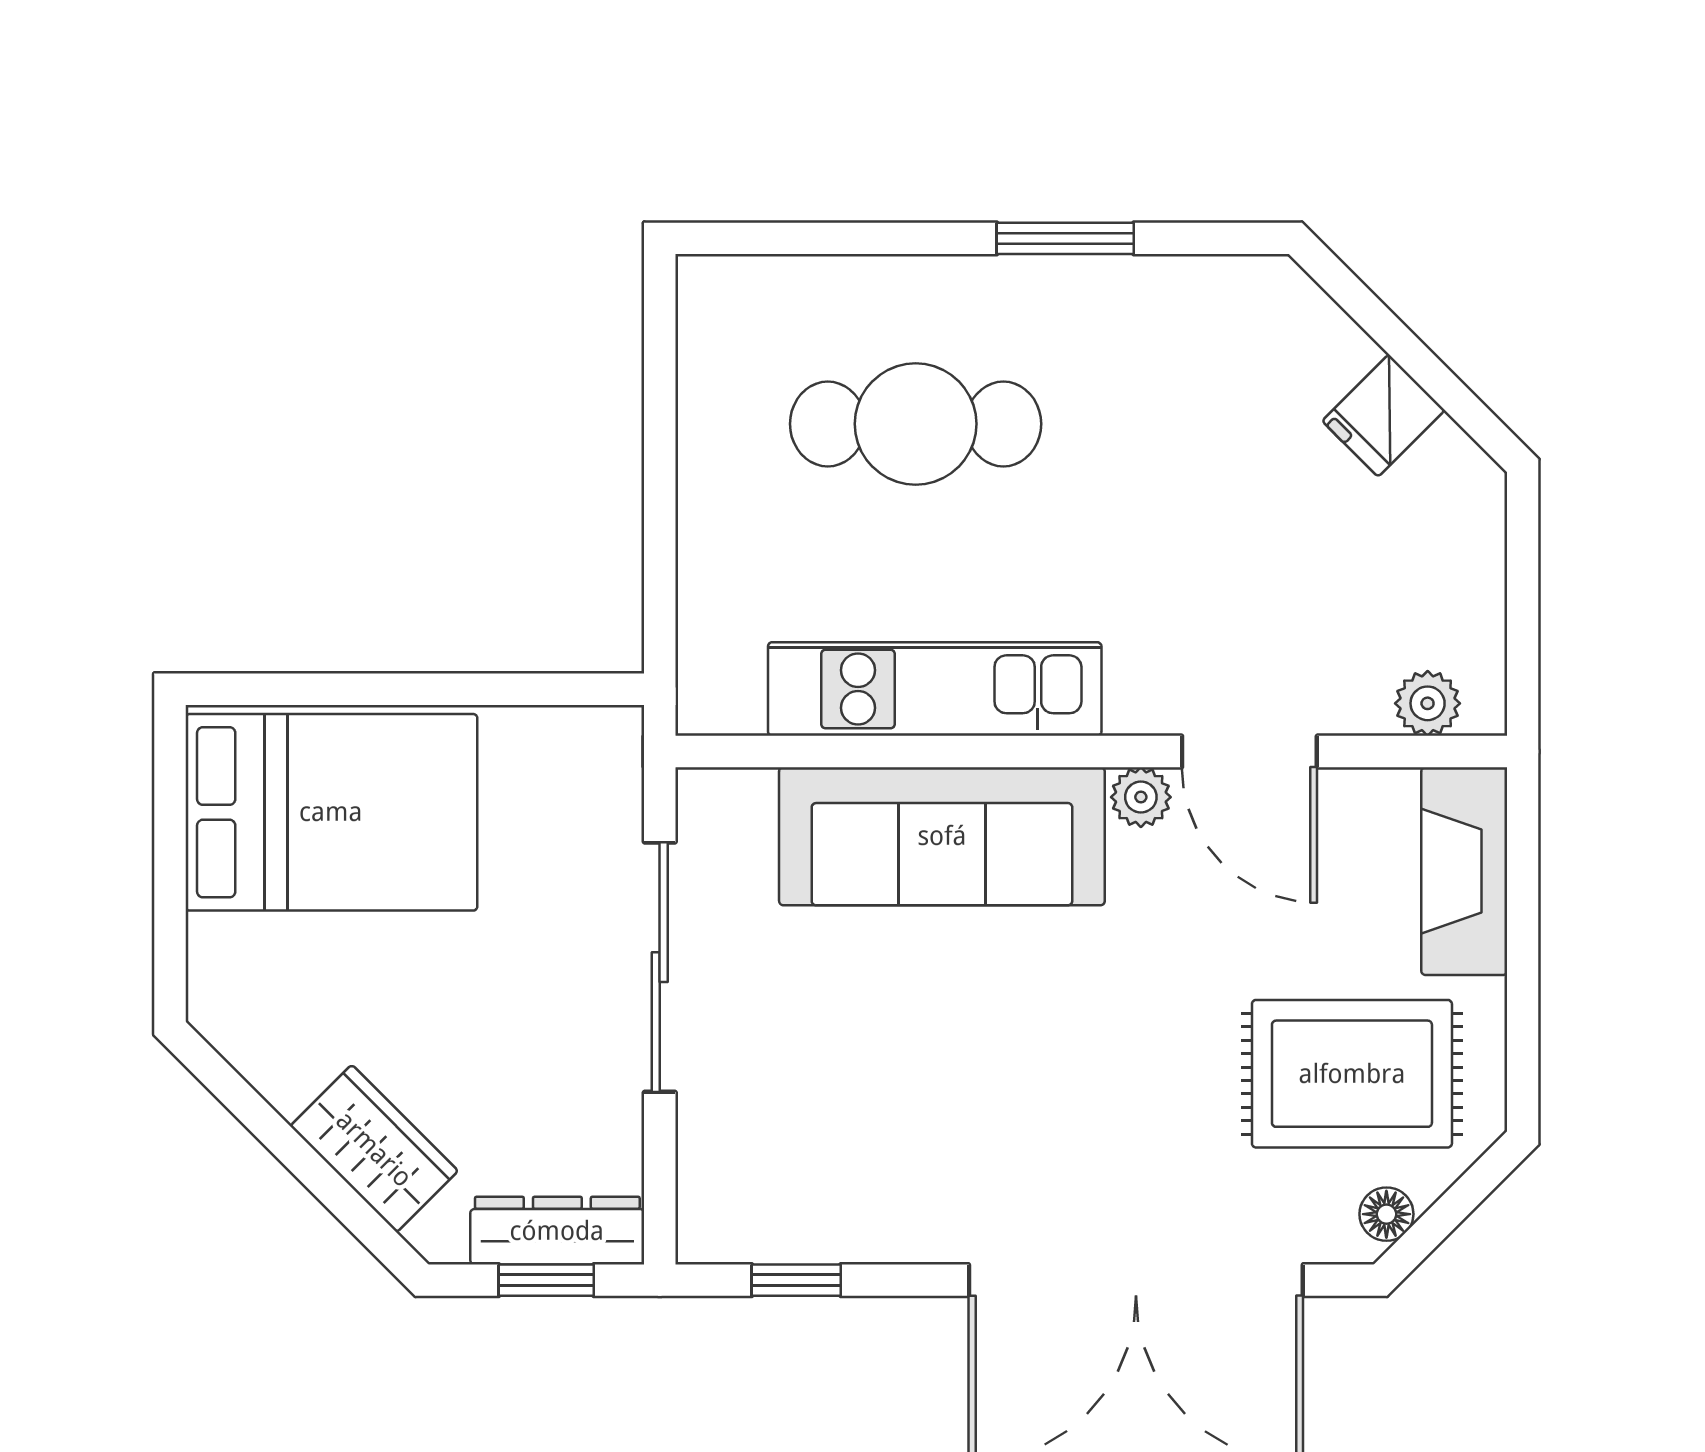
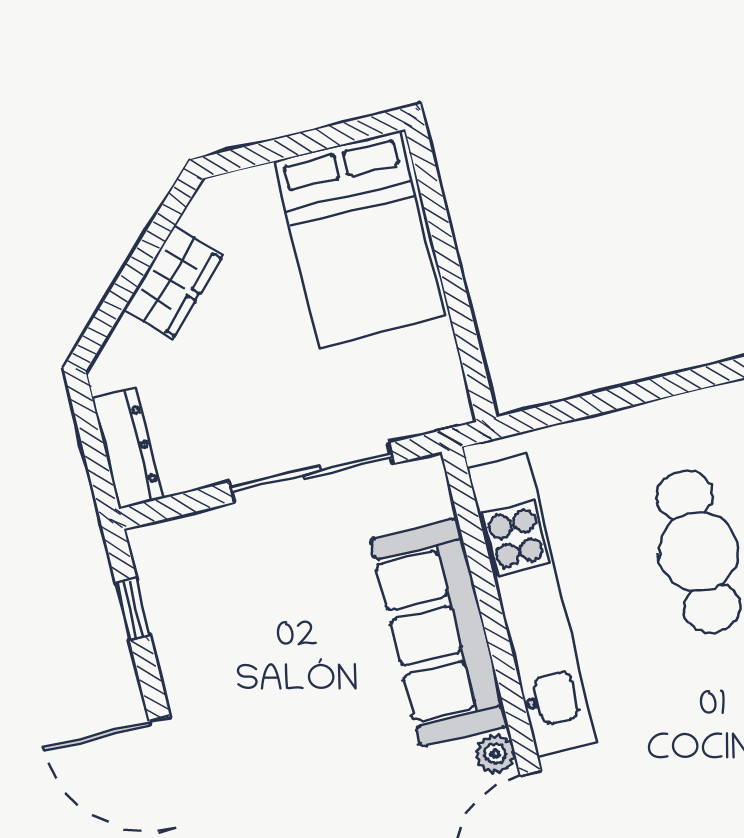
kitchen unit: (935, 689) -> (532, 605), width x1.36
wardrobe: (374, 1149) -> (173, 282), moved
window: (546, 1280) -> (94, 449), removed

